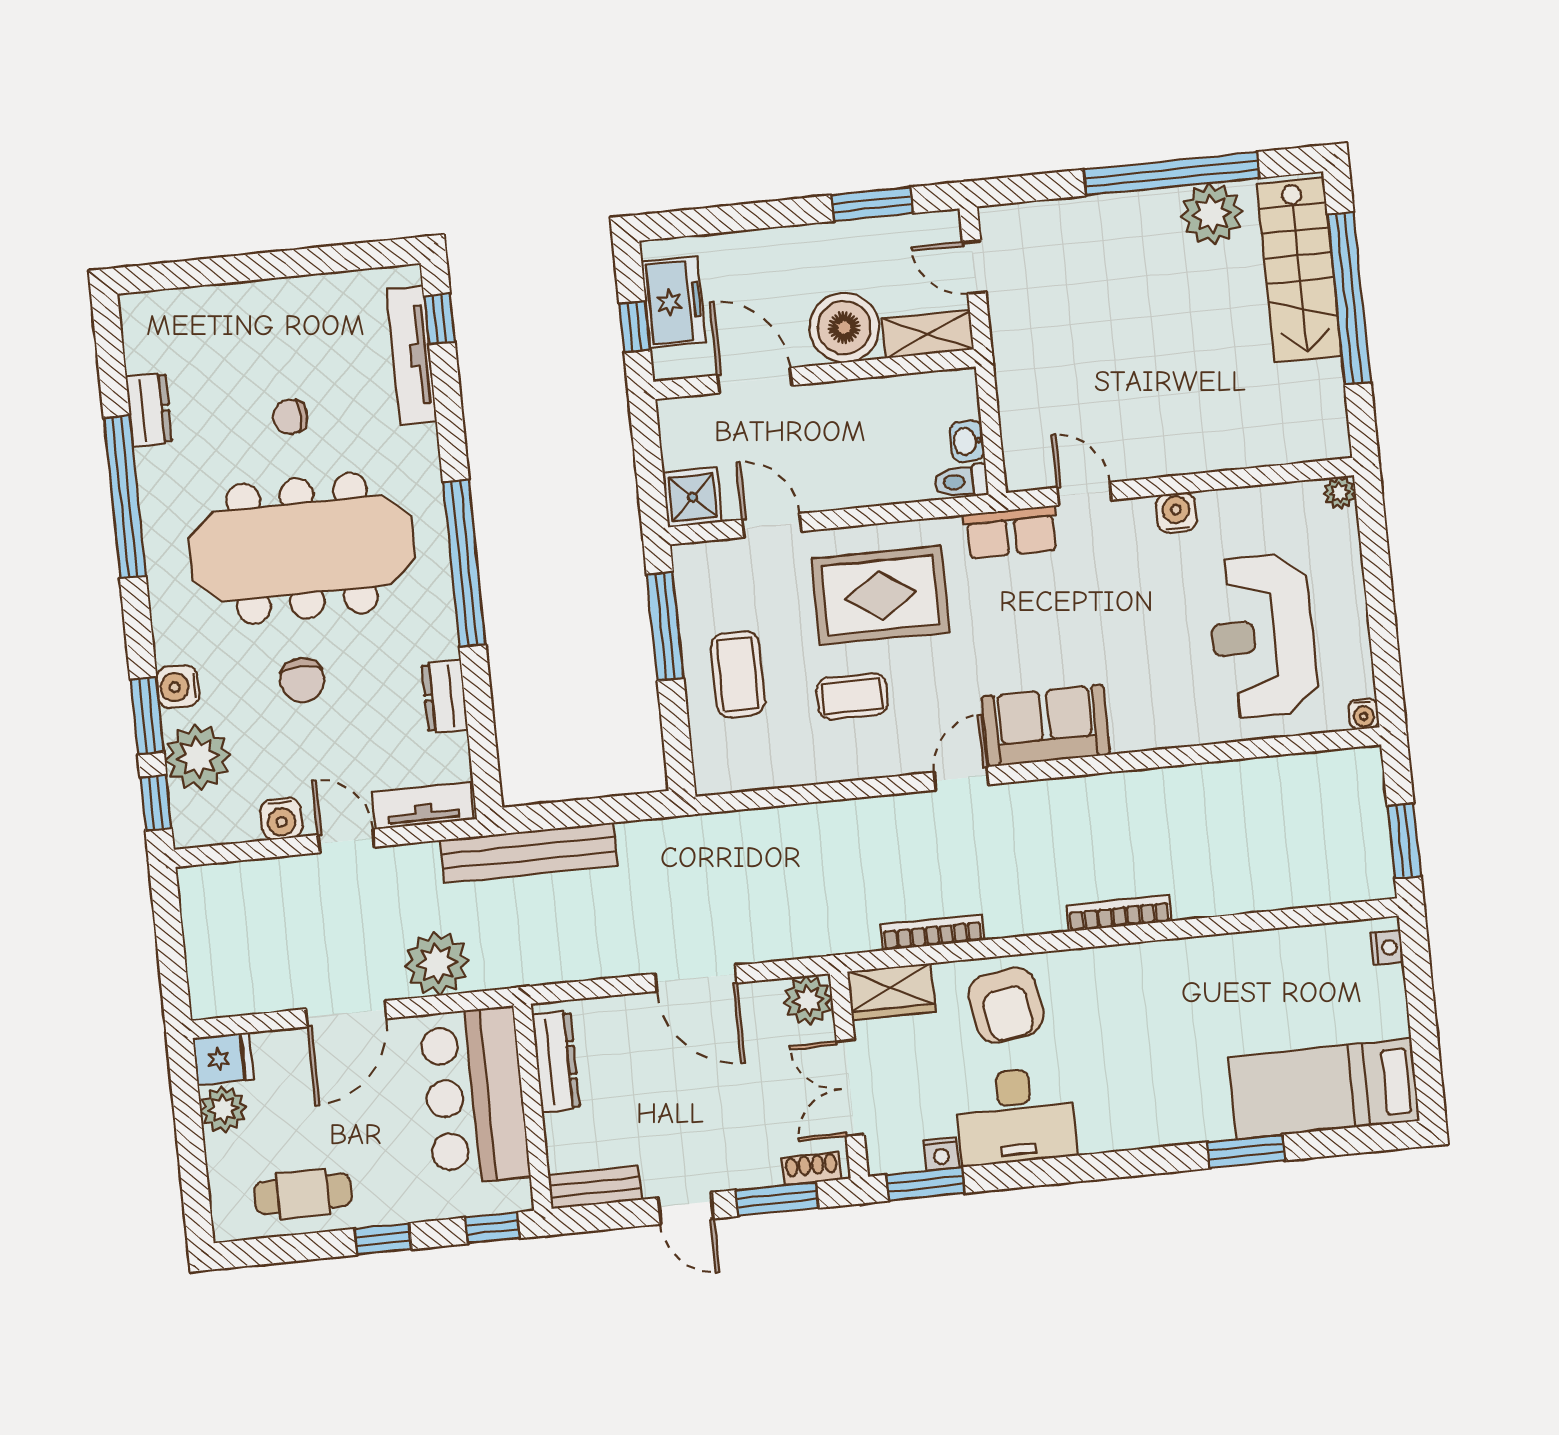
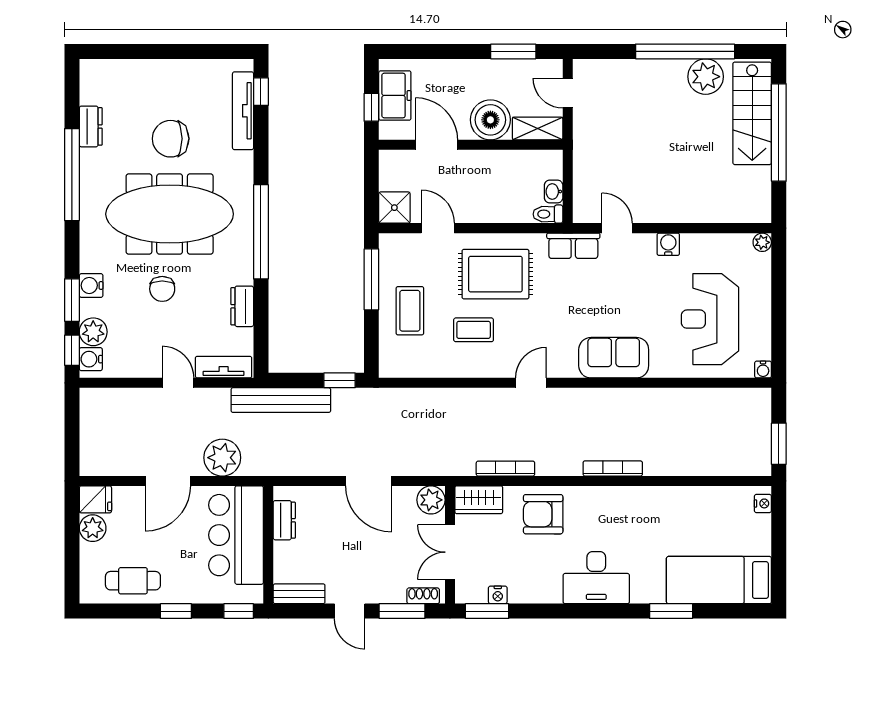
chair: (290, 417) -> (171, 139), width x1.87, depth x1.87
sofa: (1046, 726) -> (614, 358), moved
plant: (198, 757) -> (93, 332), width x0.73, depth x0.73
window: (628, 808) -> (340, 380), added
water cooler: (281, 819) -> (91, 359), moved, turned 90
armchair: (1006, 1005) -> (543, 514), turned 99
dresser: (556, 1062) -> (284, 520), width x0.70
desk: (1016, 1116) -> (596, 578), moved

